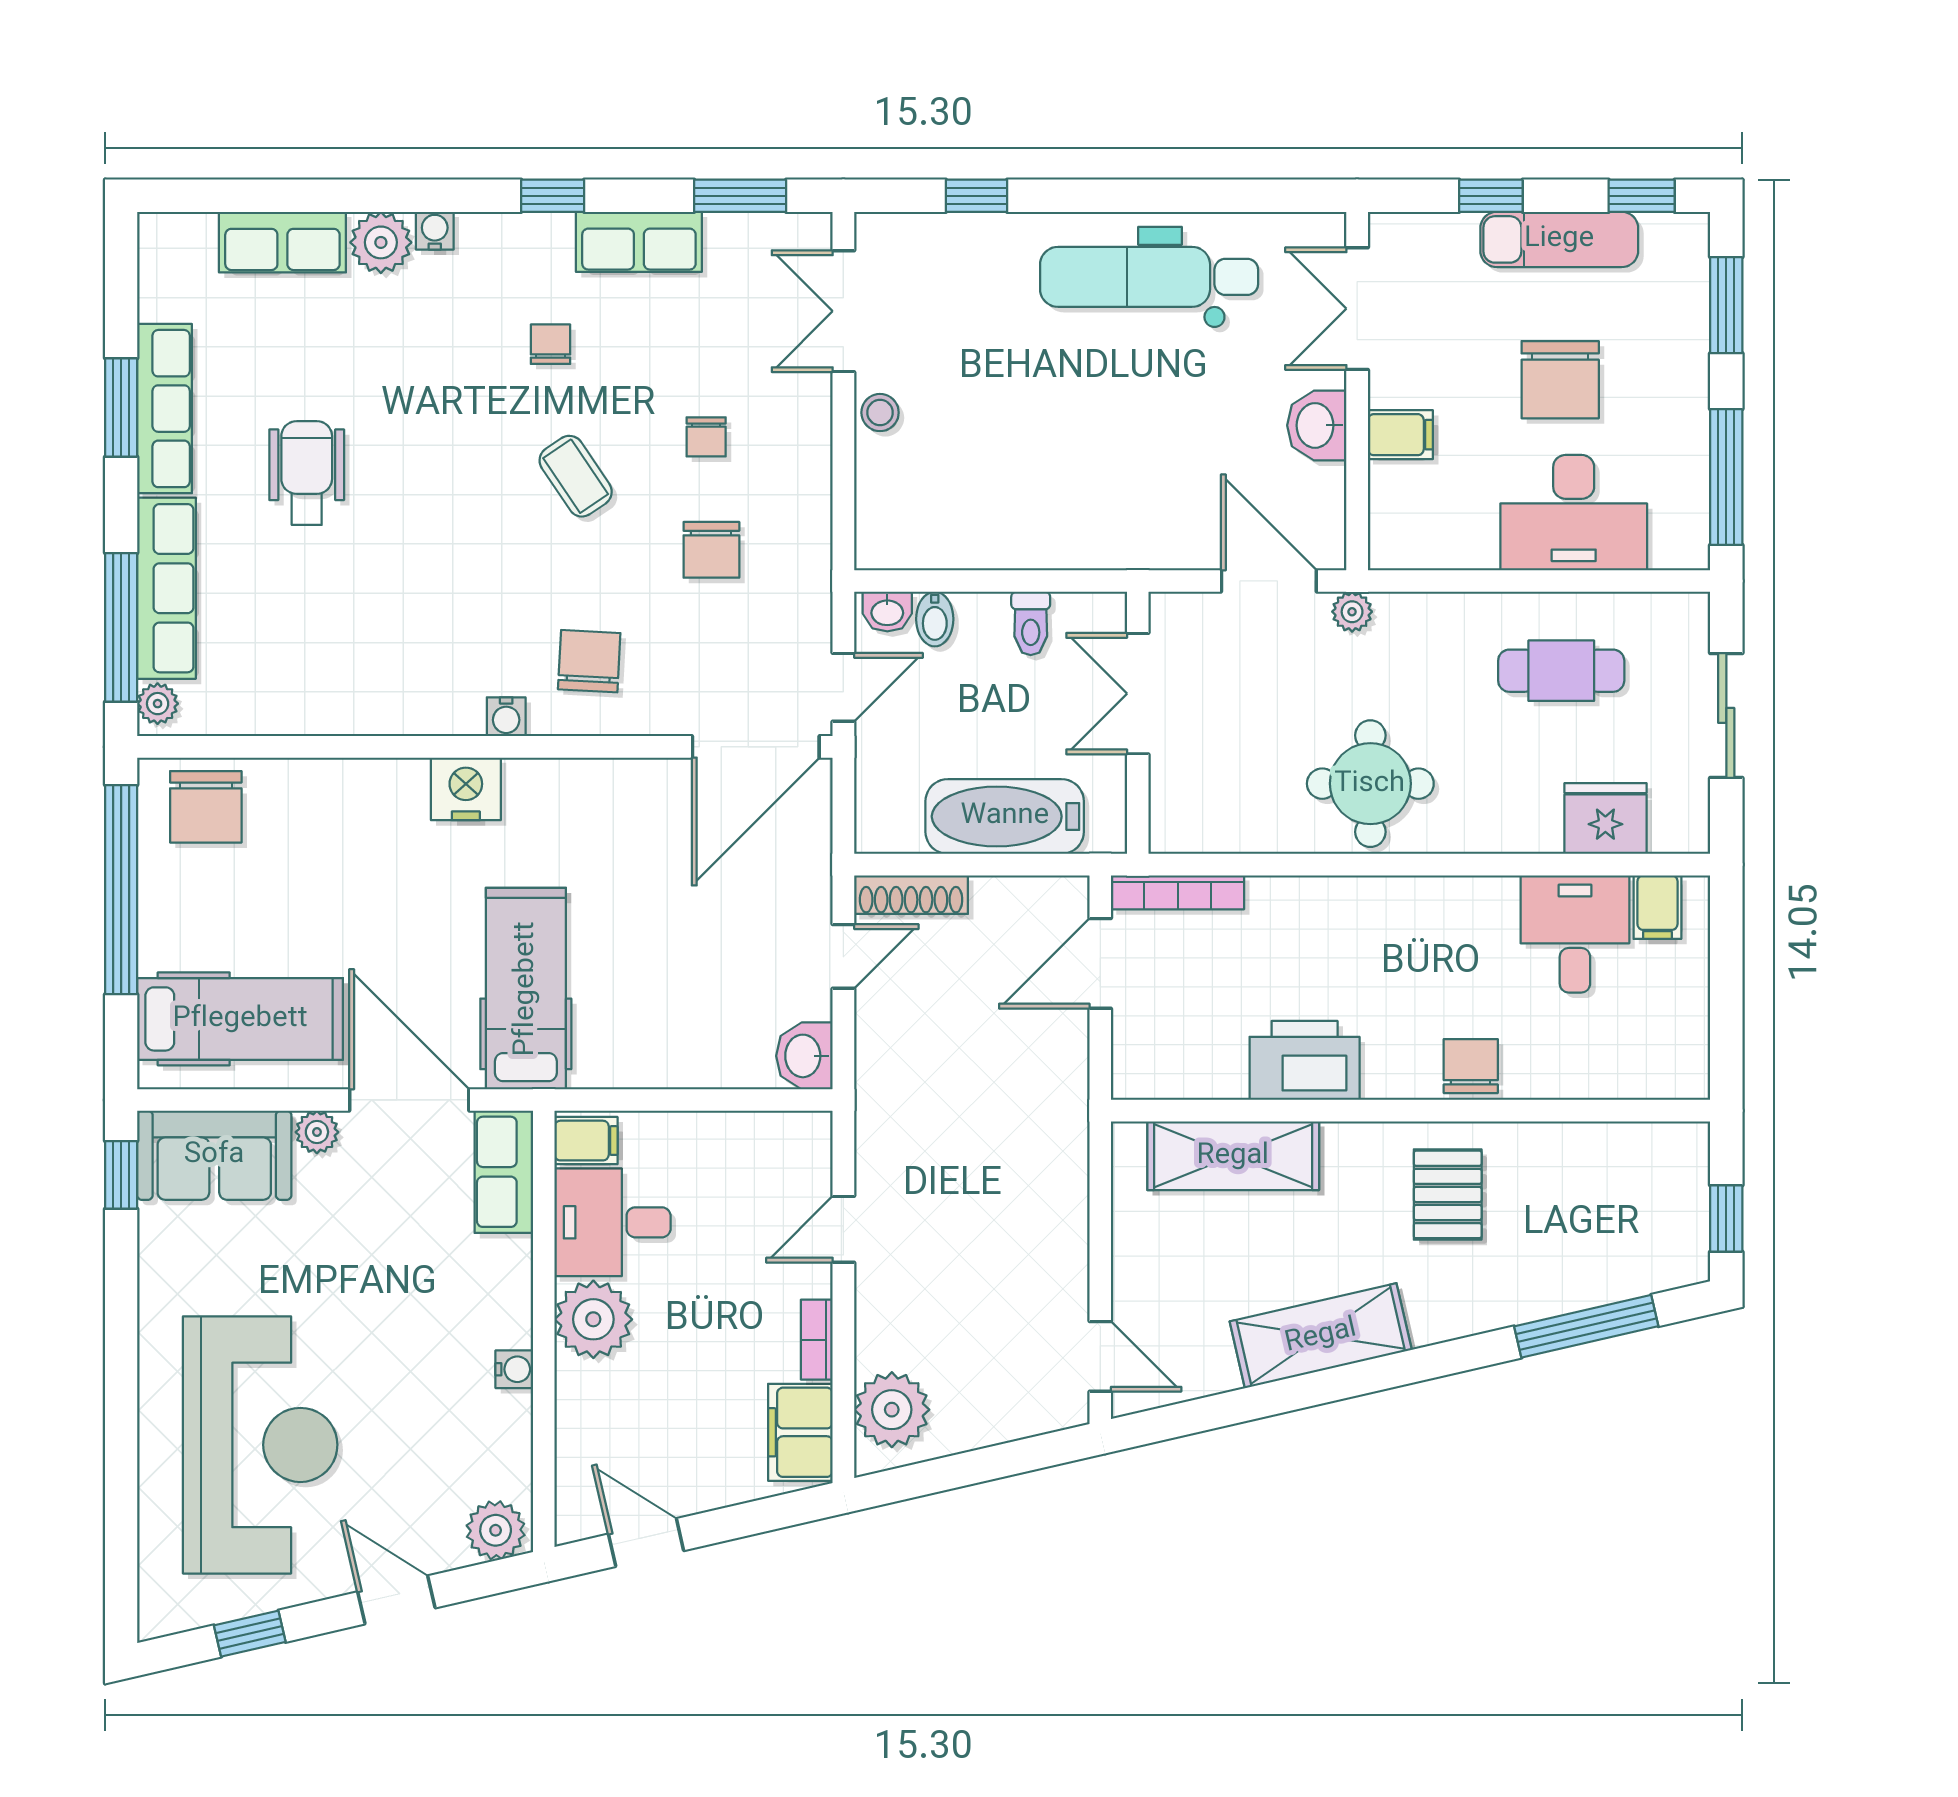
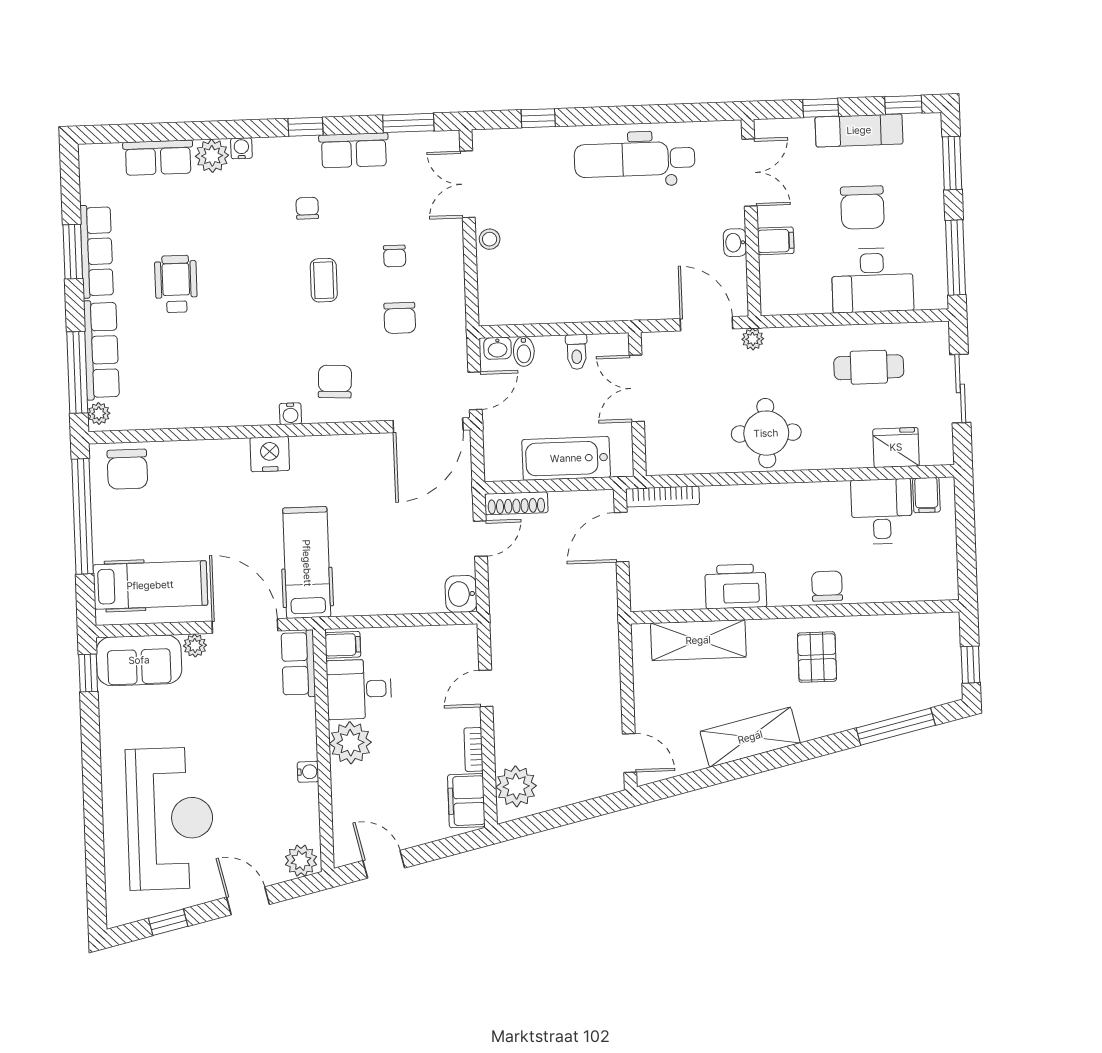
double door: (1357, 309) -> (749, 173), swing flipped
washbasin: (1317, 425) -> (735, 243), width x0.72, depth x0.69
coffee table: (576, 476) -> (324, 280), turned 34

